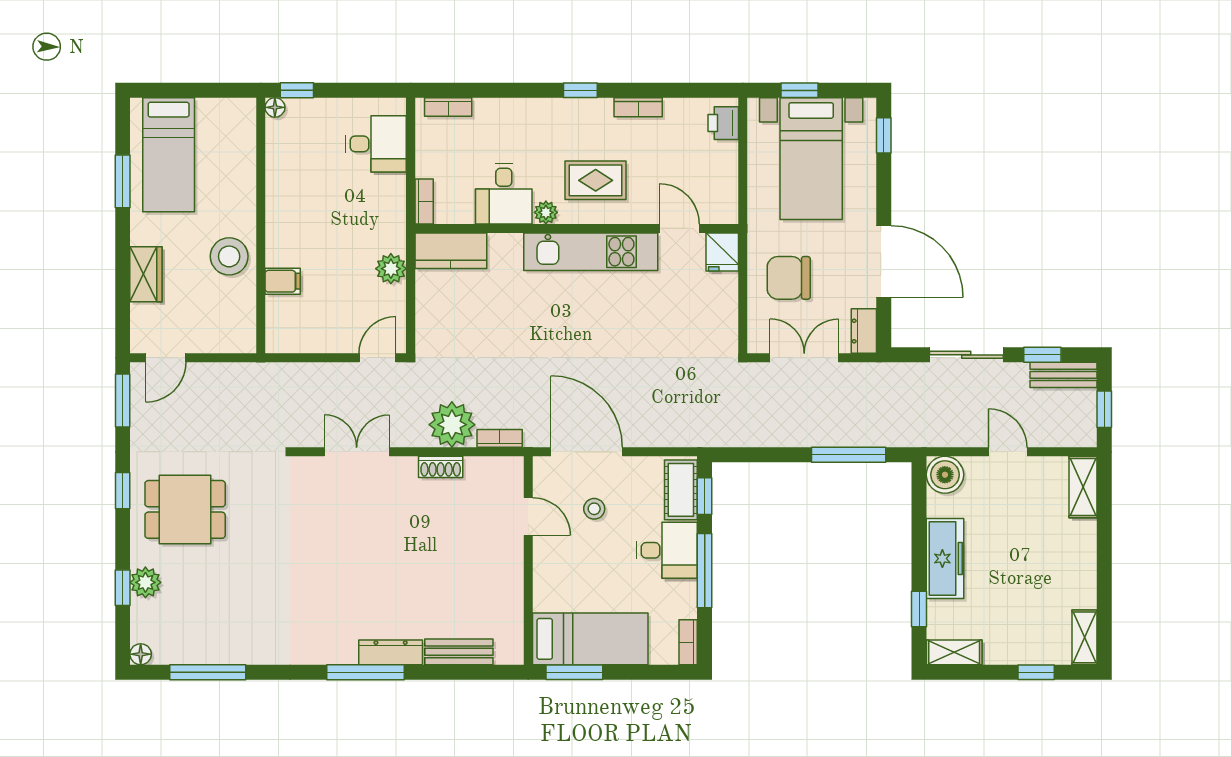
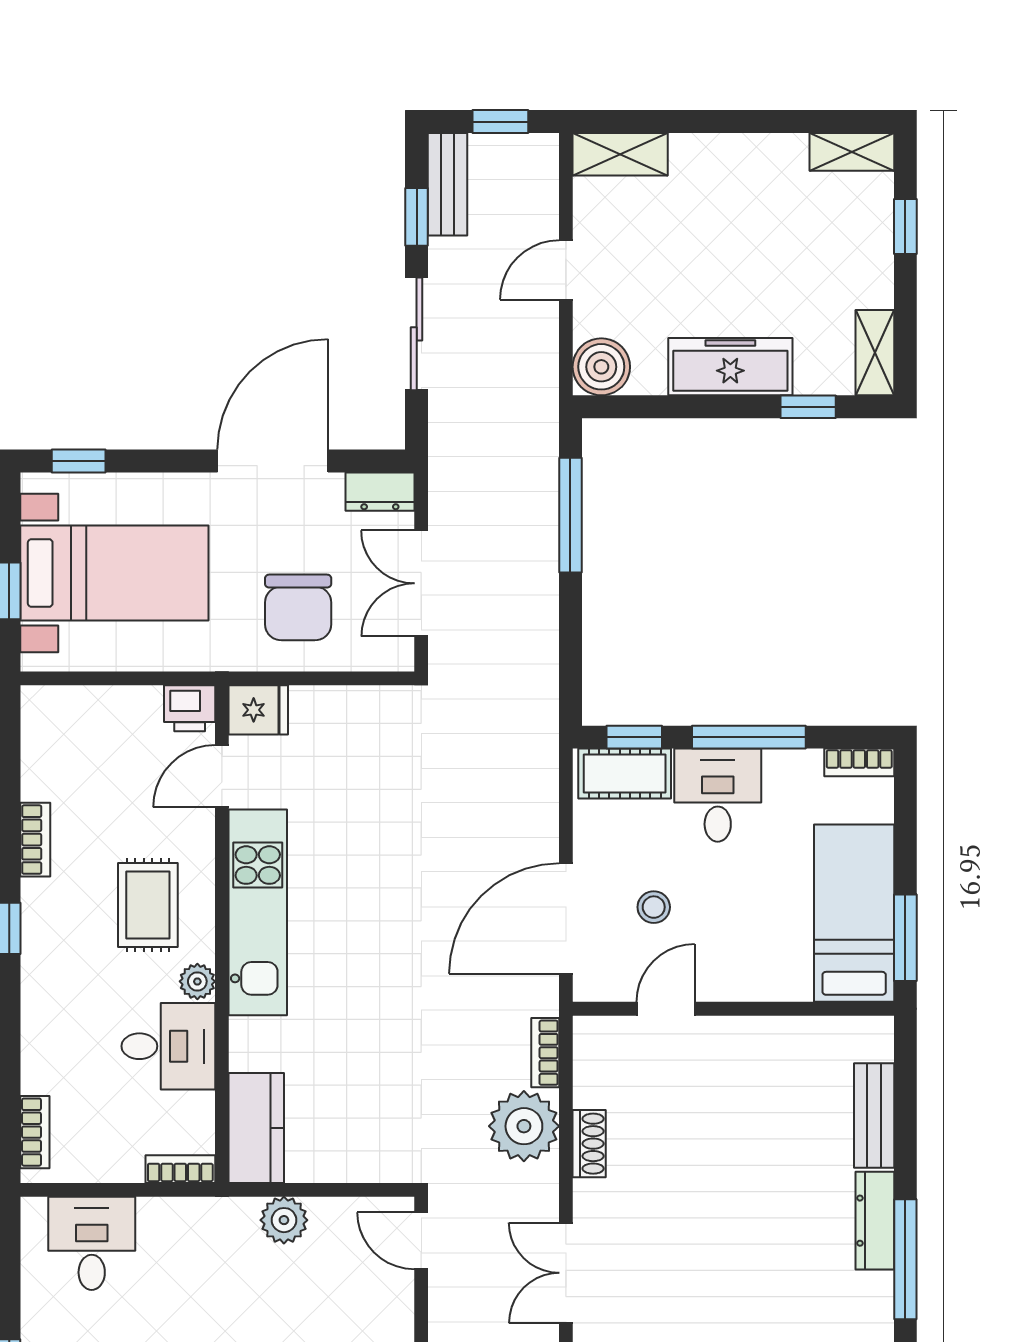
printer: (723, 123) -> (190, 708), moved

